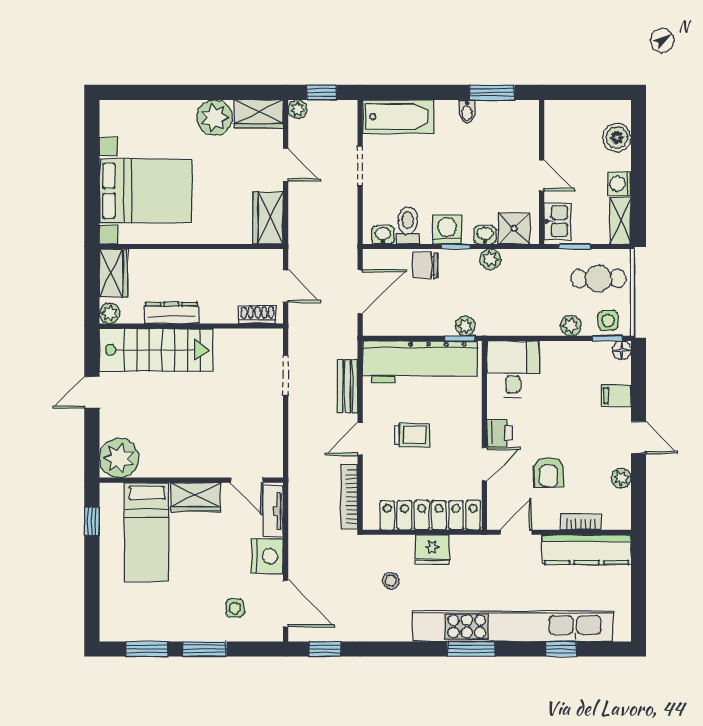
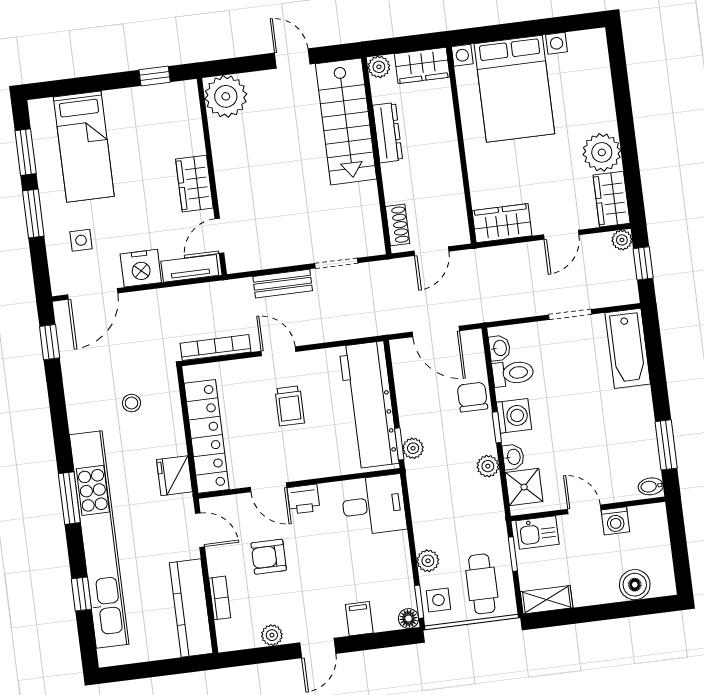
bidet: (467, 112) -> (651, 486), moved
door: (542, 175) -> (584, 509), swing flipped
washing machine: (619, 184) -> (615, 521), moved, turned 180
bench: (348, 386) -> (283, 284), moved
bed: (147, 532) -> (84, 147), moved, turned -90
fridge: (432, 549) -> (175, 476), moved

